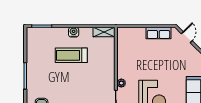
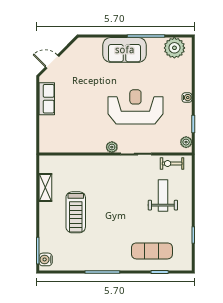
water cooler: (74, 32) -> (46, 259), moved
shelving: (104, 32) -> (45, 188), moved

